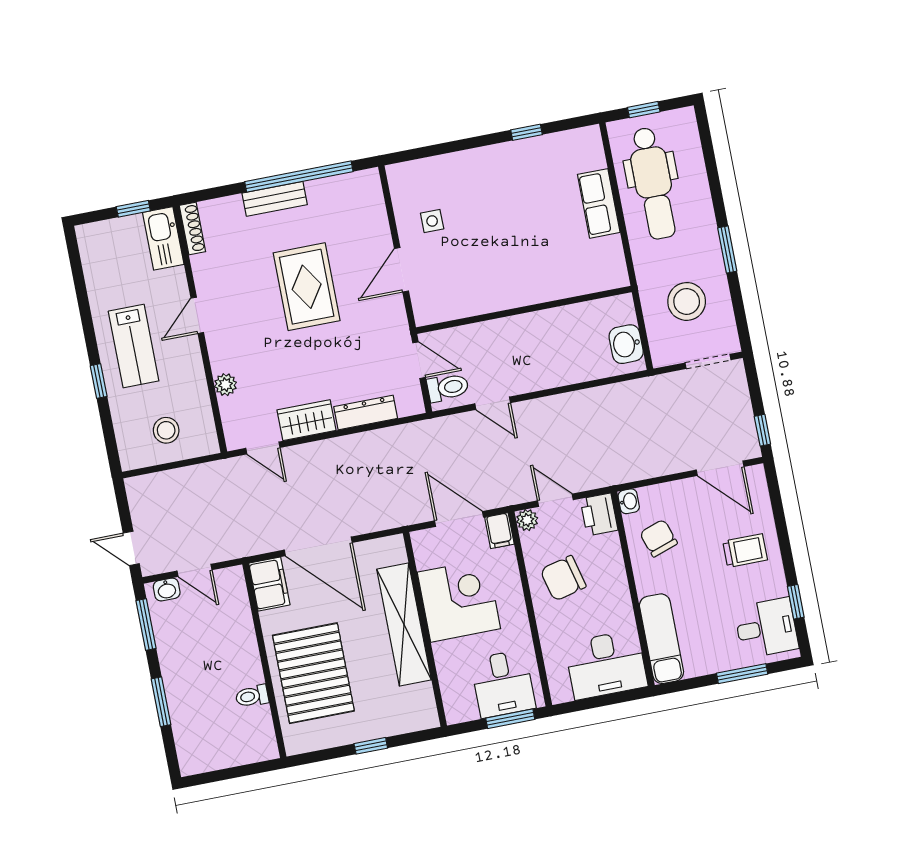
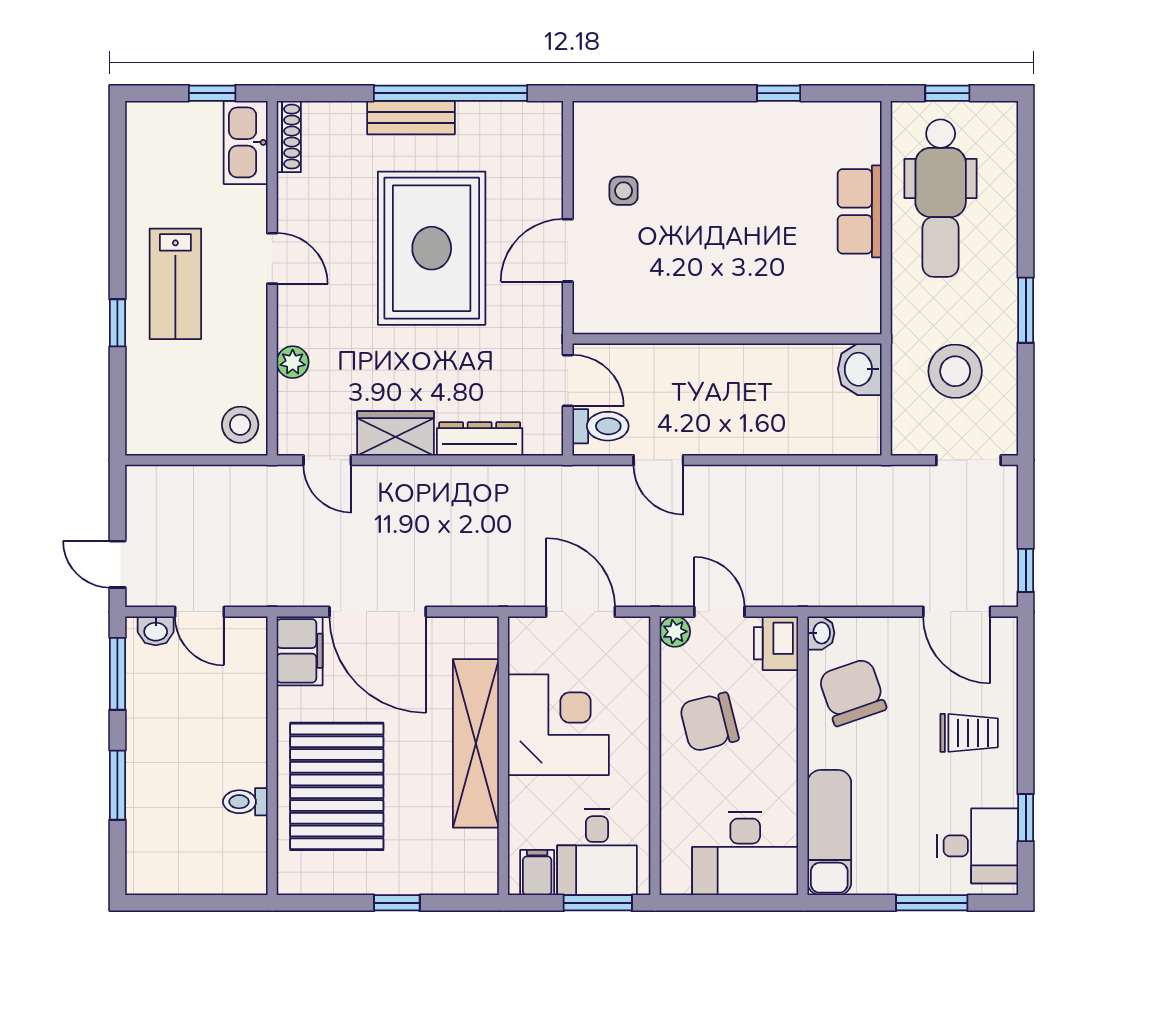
rug: (307, 287) -> (432, 248), width x1.37, depth x1.44
door: (197, 315) -> (272, 258), swing flipped
washbasin: (626, 344) -> (860, 369), moved
stool: (166, 430) -> (240, 425), moved
filing cabinet: (499, 531) -> (537, 873), moved, turned 180
chair: (659, 538) -> (852, 692), width x1.37, depth x1.37

